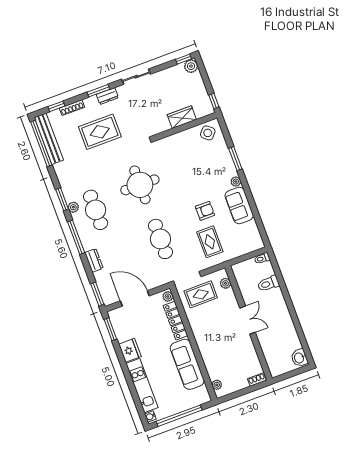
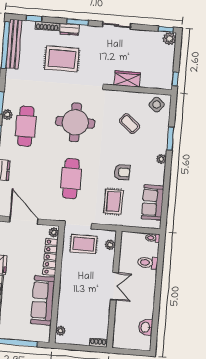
dresser: (107, 96) -> (69, 29), moved
wardrobe: (182, 117) -> (127, 79), moved
coffee table: (191, 162) -> (129, 124), added
sofa: (239, 205) -> (153, 203), moved
washbasin: (299, 358) -> (146, 327), moved

